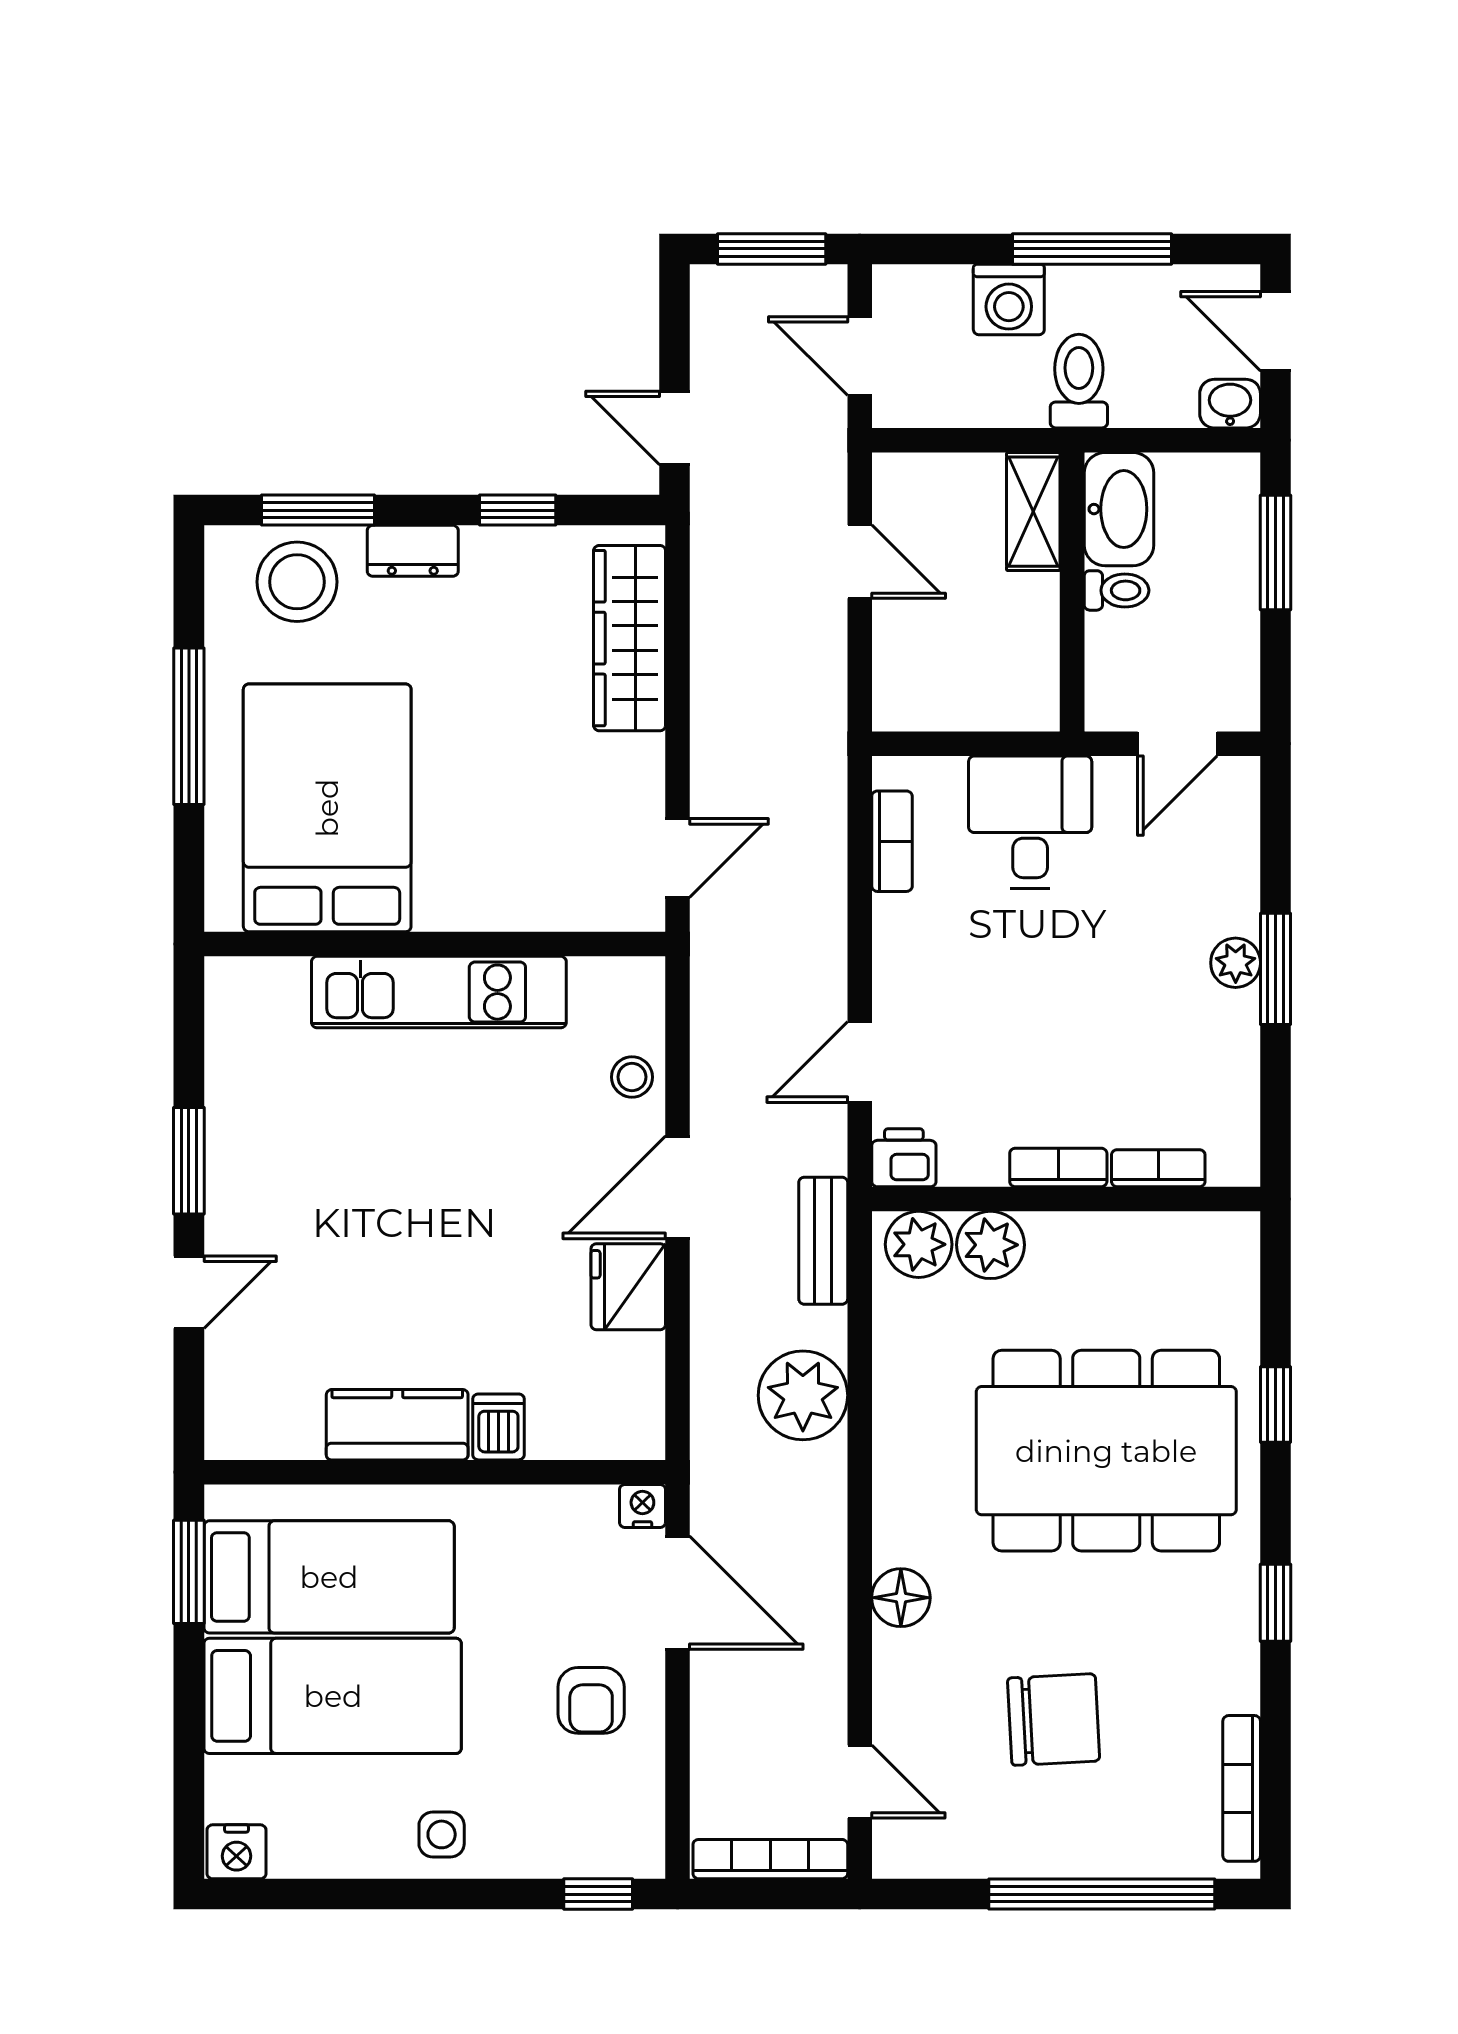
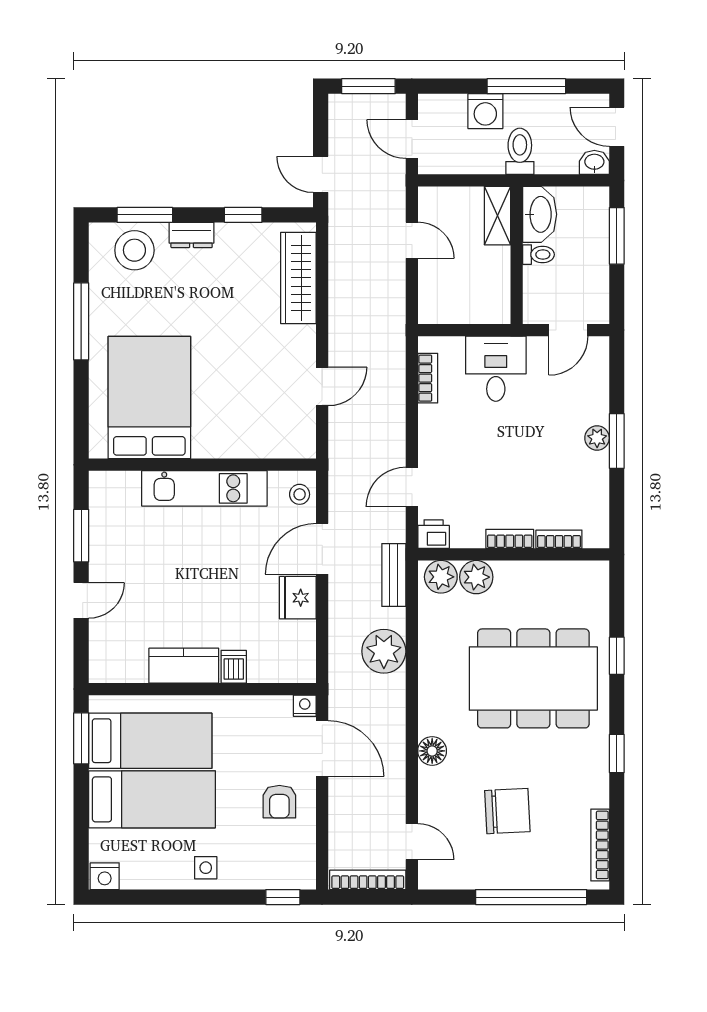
bed: (327, 808) -> (149, 398), moved
wall: (435, 944) -> (202, 465), moved
kitchen unit: (439, 992) -> (204, 488), moved

